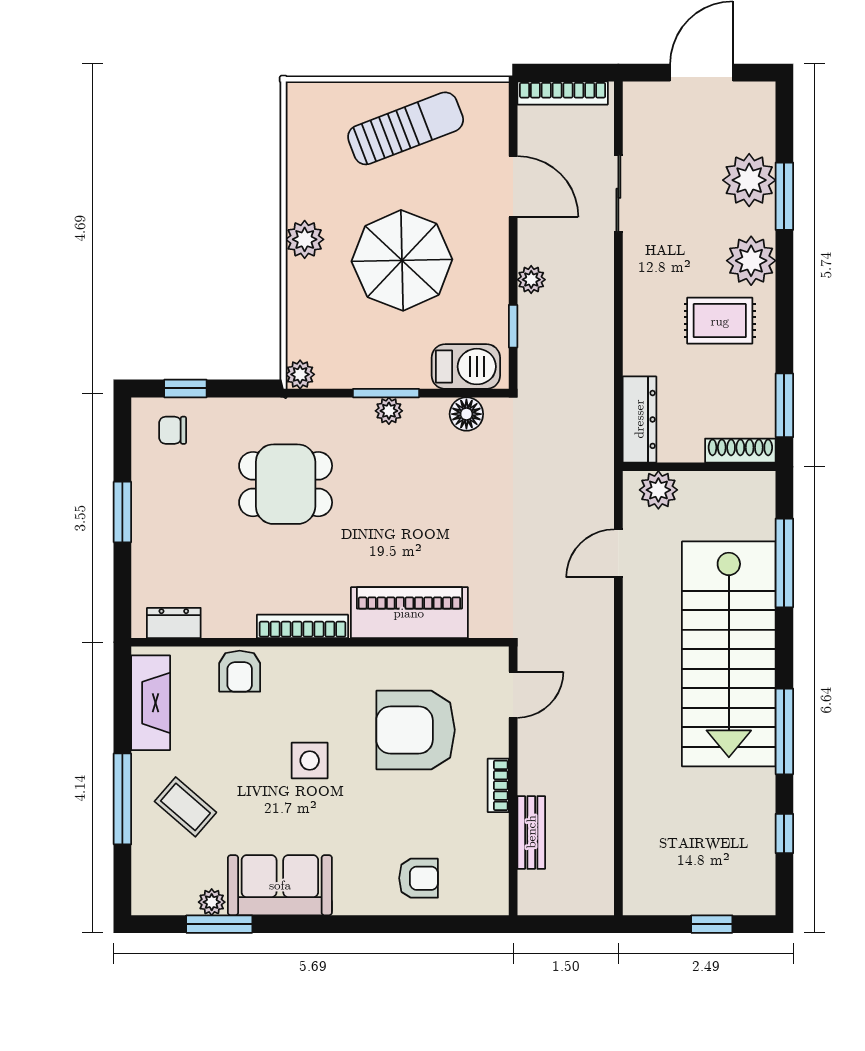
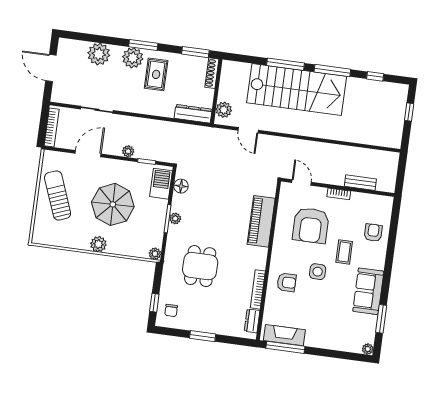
window: (784, 196) -> (143, 45), moved
window: (784, 563) -> (286, 64), moved
bookcase: (302, 626) -> (258, 289), moved
armchair: (240, 671) -> (287, 282), moved
window: (122, 799) -> (285, 347), moved
coffee table: (185, 807) -> (344, 252), moved, turned -41
plant: (212, 902) -> (368, 349), moved

